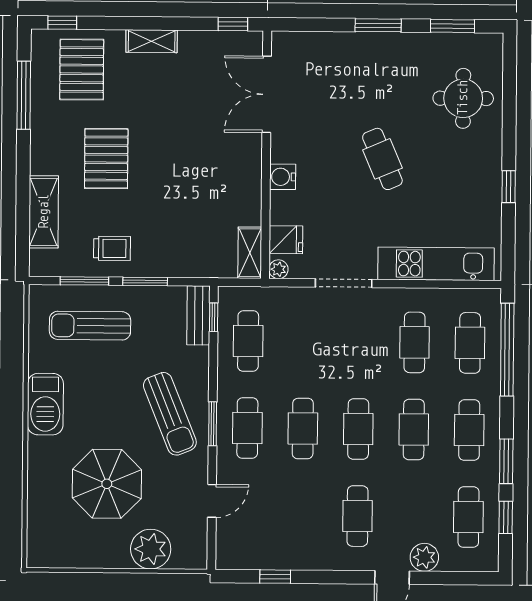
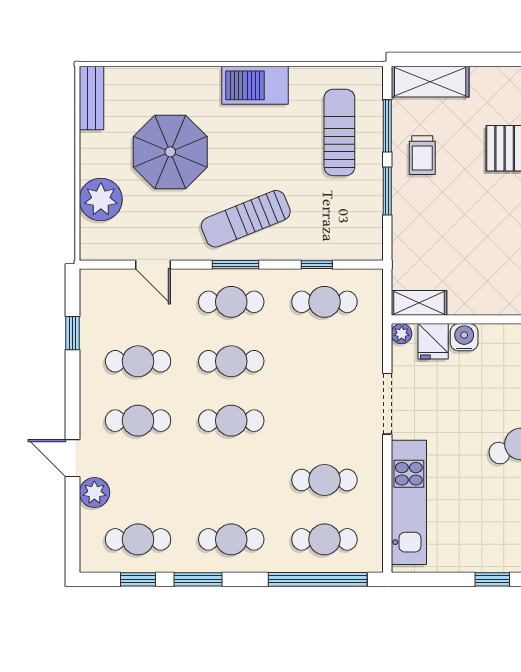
water cooler: (283, 177) -> (464, 337), moved
shelving: (44, 212) -> (430, 82), moved
bench: (198, 315) -> (91, 98), moved, turned 90
window: (214, 317) -> (317, 265), moved
cafe table: (414, 429) -> (138, 361), moved

